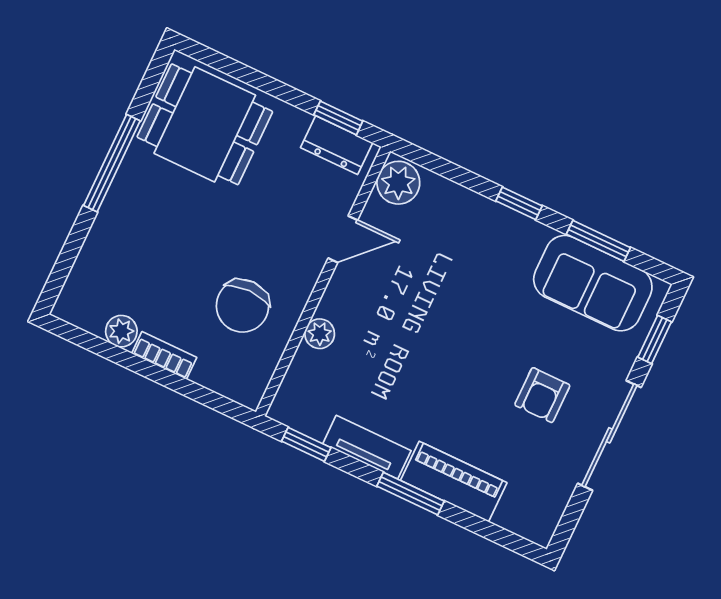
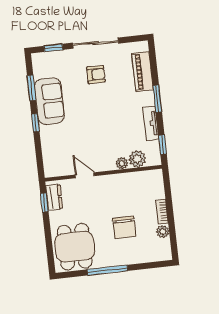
plant: (398, 183) -> (137, 159), moved
sofa: (593, 283) -> (49, 101), moved
chair: (242, 306) -> (124, 227), moved, turned 90
piano: (454, 482) -> (142, 72), moved

